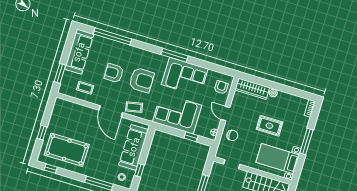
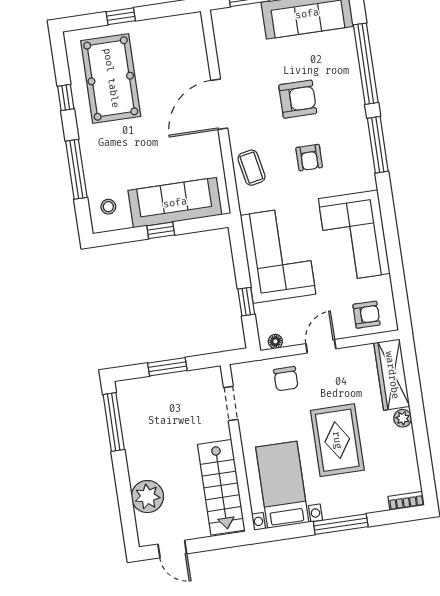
window: (175, 55) -> (378, 145), moved
armchair: (114, 73) -> (298, 99), turned 90
armchair: (141, 80) -> (309, 158), width x0.53, depth x0.53
coffee table: (85, 88) -> (245, 58), removed
door: (111, 111) -> (219, 104), moved
rug: (269, 126) -> (337, 440), width x1.36, depth x1.43
window: (51, 169) -> (66, 97), moved
window: (139, 170) -> (161, 230), moved

